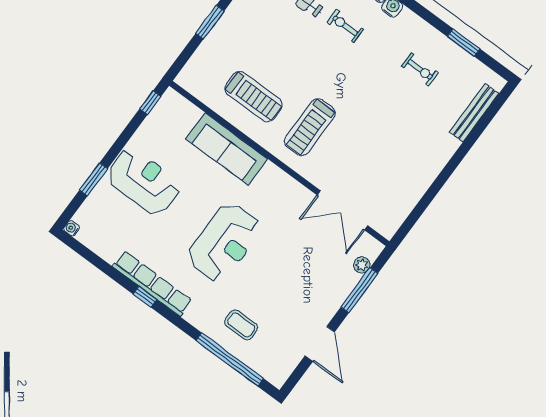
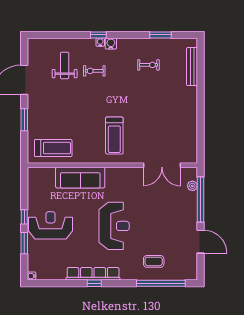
treadmill: (254, 97) -> (53, 148), moved
window: (150, 103) -> (24, 217), moved
window: (359, 290) -> (201, 199), width x1.46

